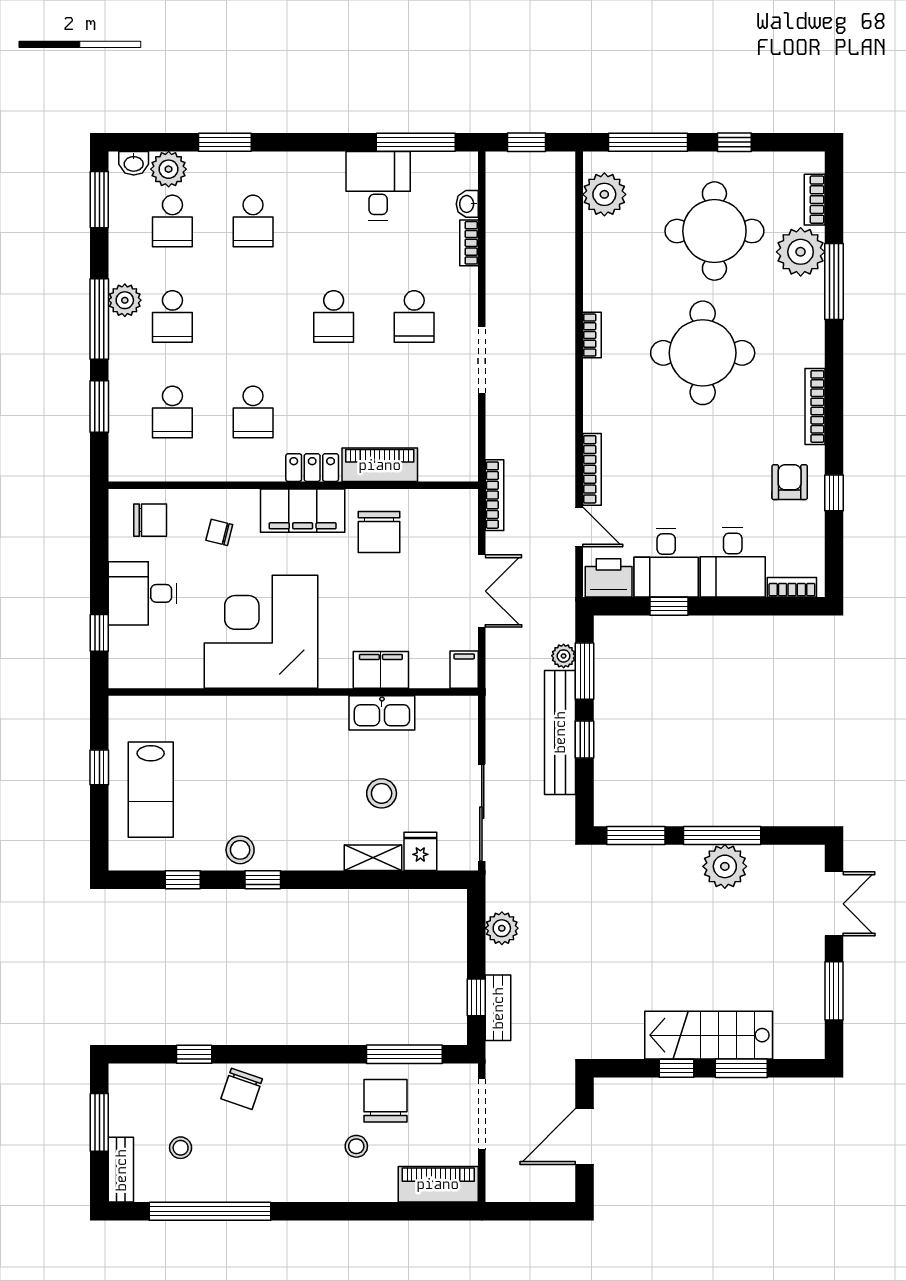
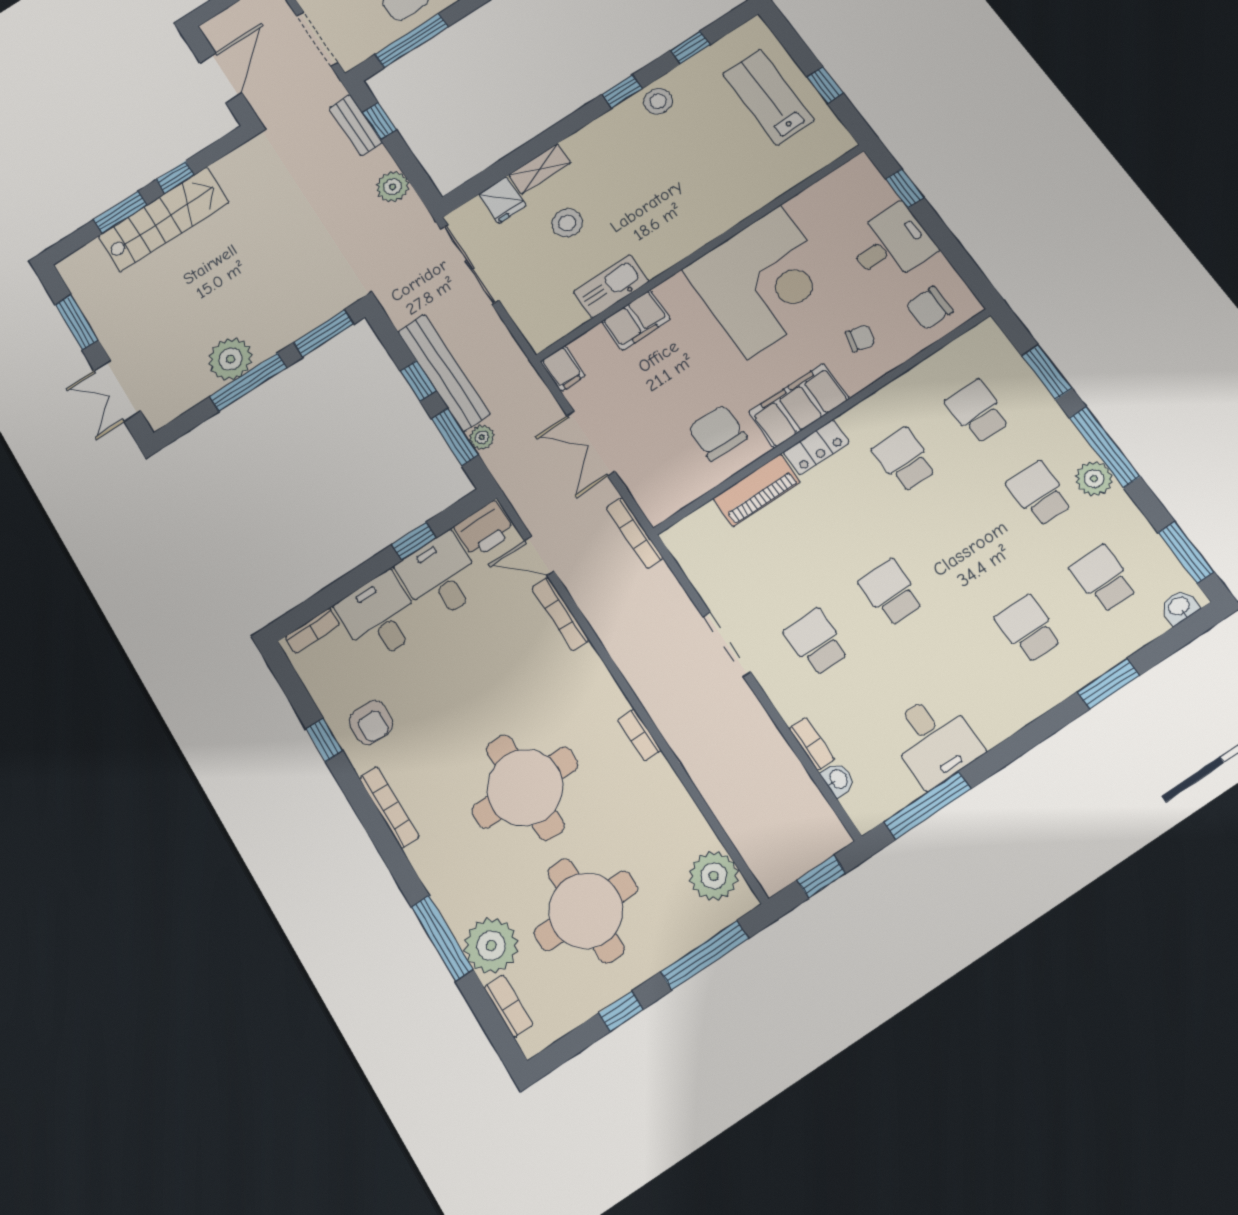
plant: (169, 169) -> (1143, 623), removed

